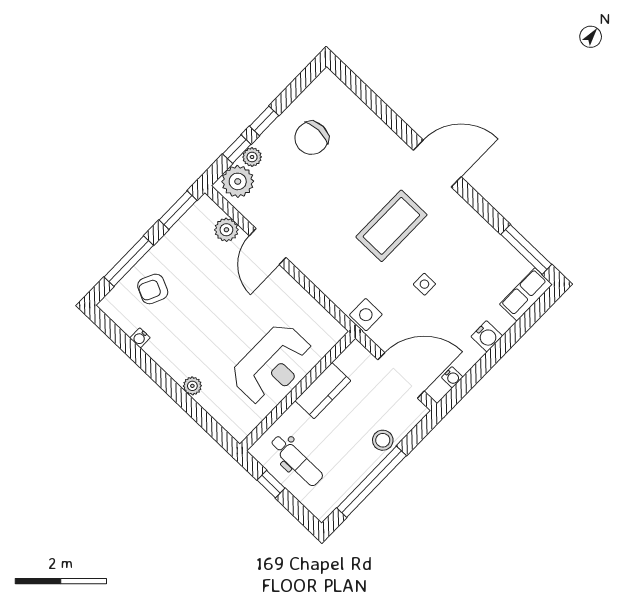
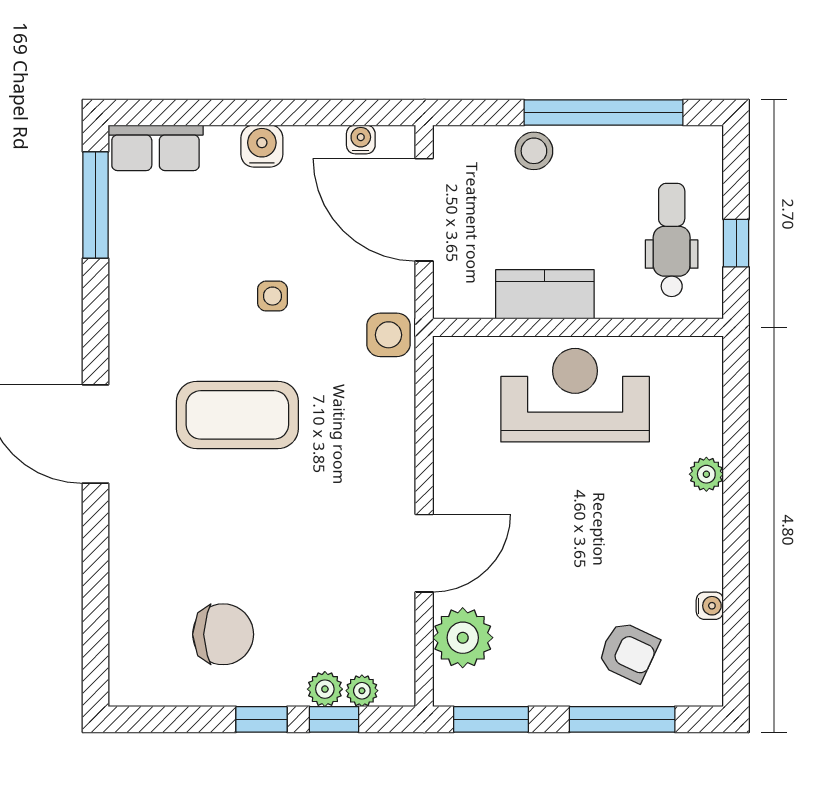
plant: (238, 181) -> (362, 691), width x0.53, depth x0.53
plant: (226, 230) -> (463, 638), width x1.36, depth x1.36

